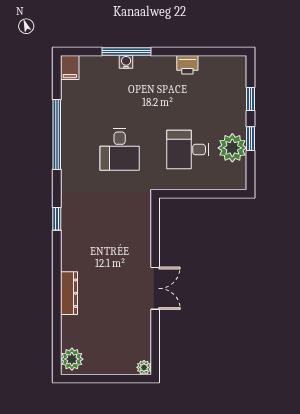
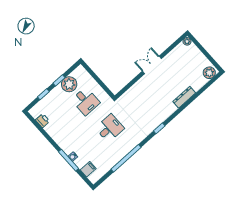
printer: (187, 65) -> (43, 121), moved
filing cabinet: (70, 67) -> (88, 169), moved

